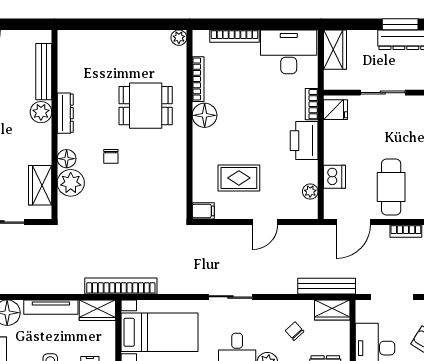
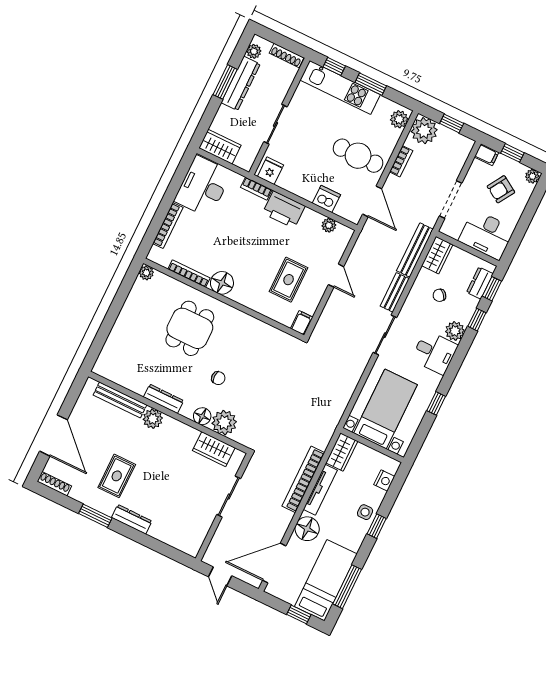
bookcase: (121, 286) -> (303, 479), moved
bench: (276, 286) -> (395, 292), added

